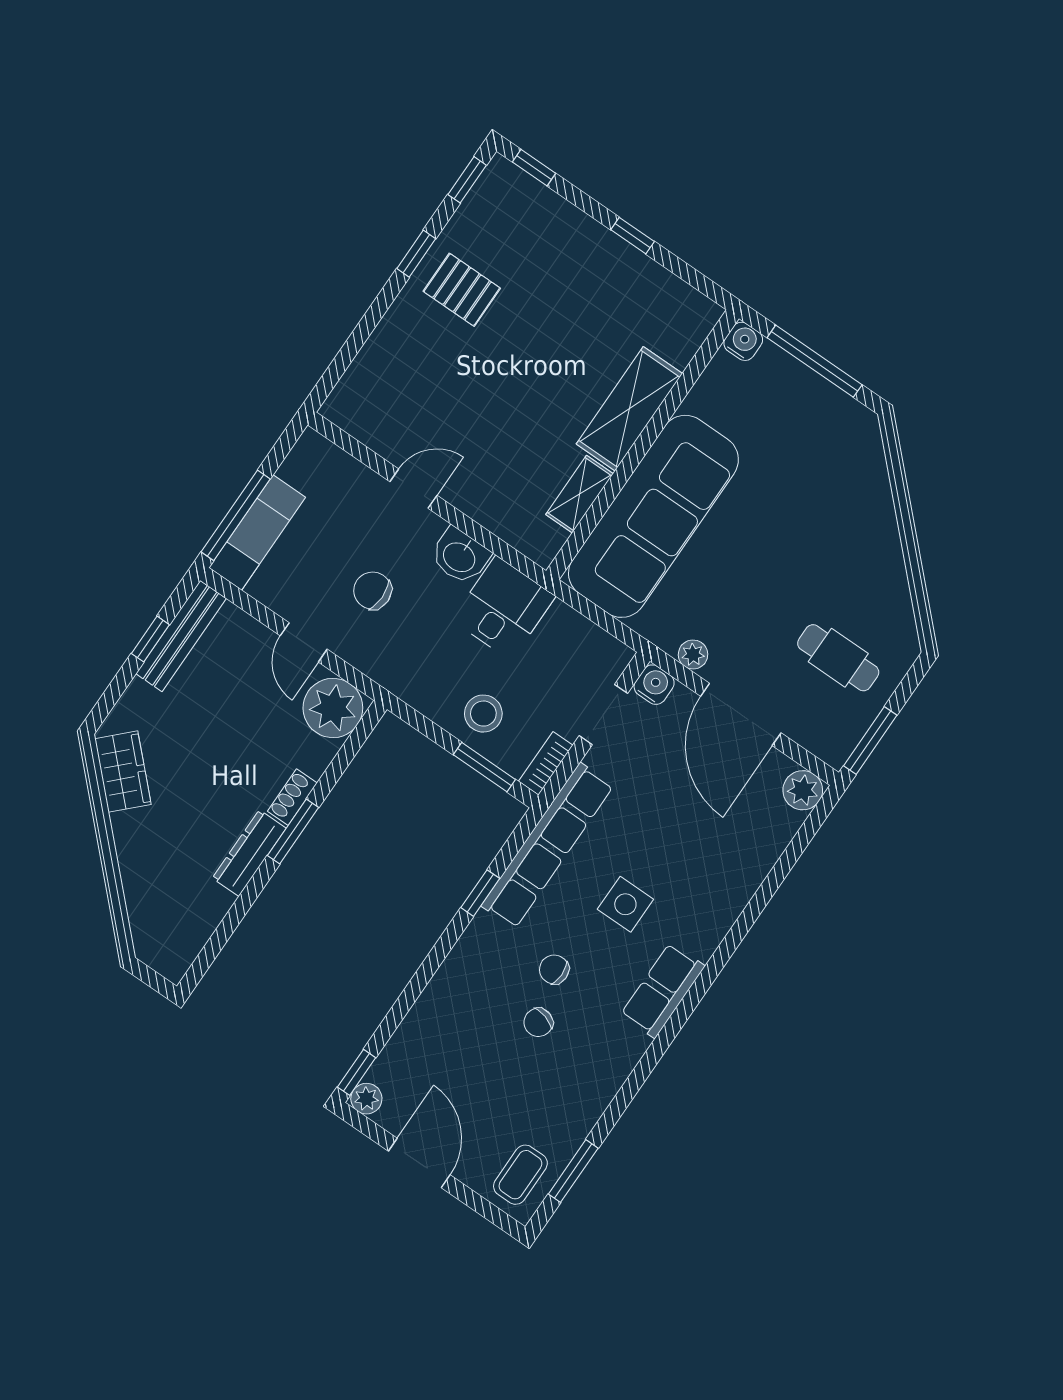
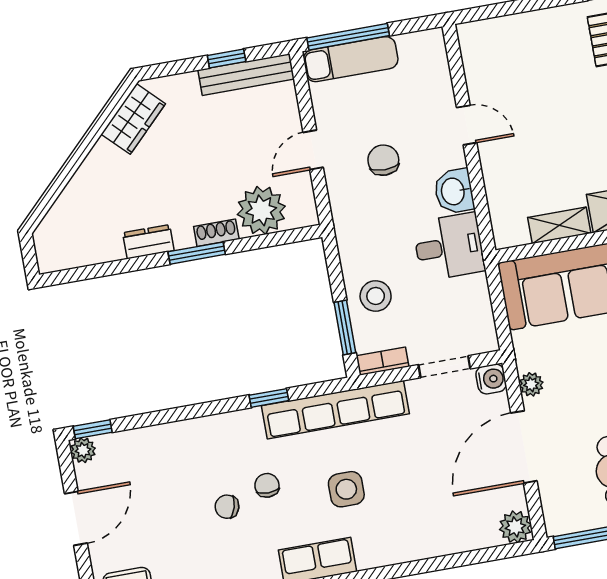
plant: (333, 708) -> (261, 210), moved
dresser: (249, 853) -> (148, 242), width x0.70

